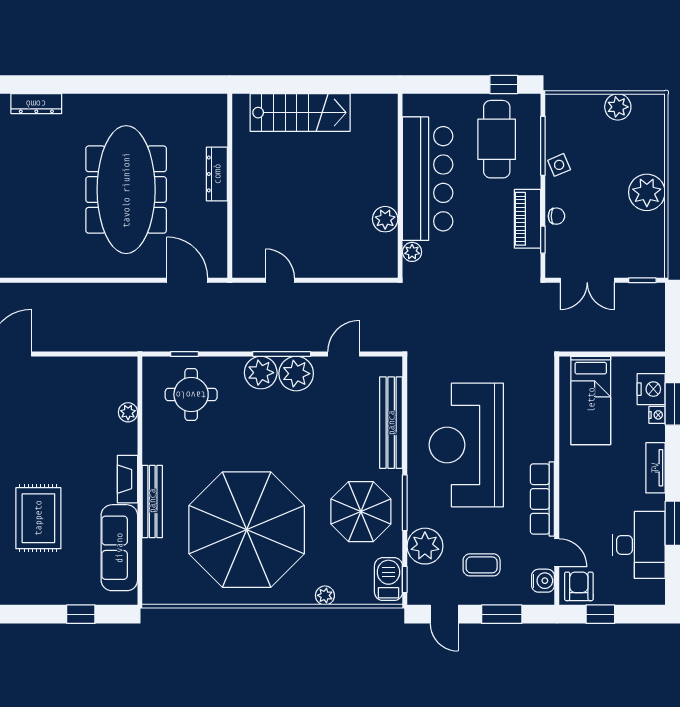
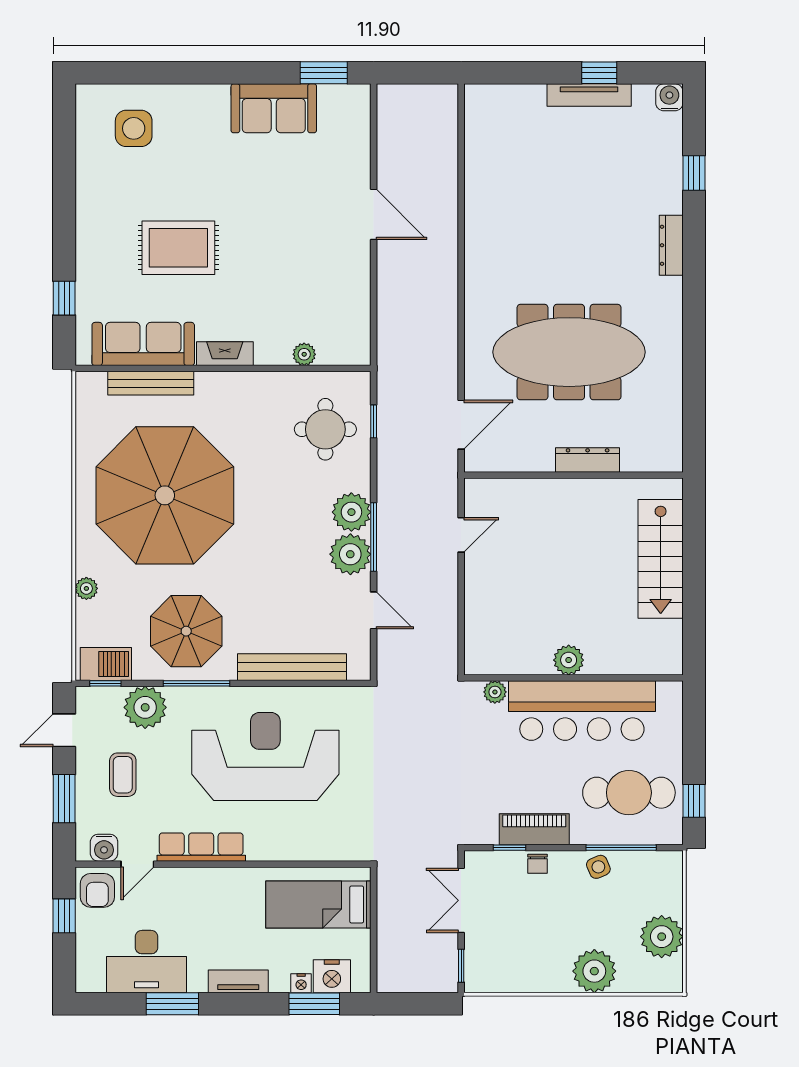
plant: (618, 107) -> (662, 937), width x1.36, depth x1.36
plant: (647, 192) -> (594, 971), moved
plant: (385, 219) -> (569, 660), moved
bench: (152, 501) -> (151, 383), moved
armchair: (579, 586) -> (97, 890), turned 90

